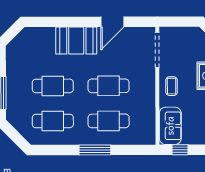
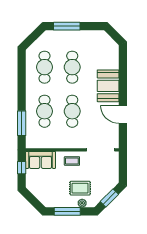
window: (95, 150) -> (22, 123), moved

